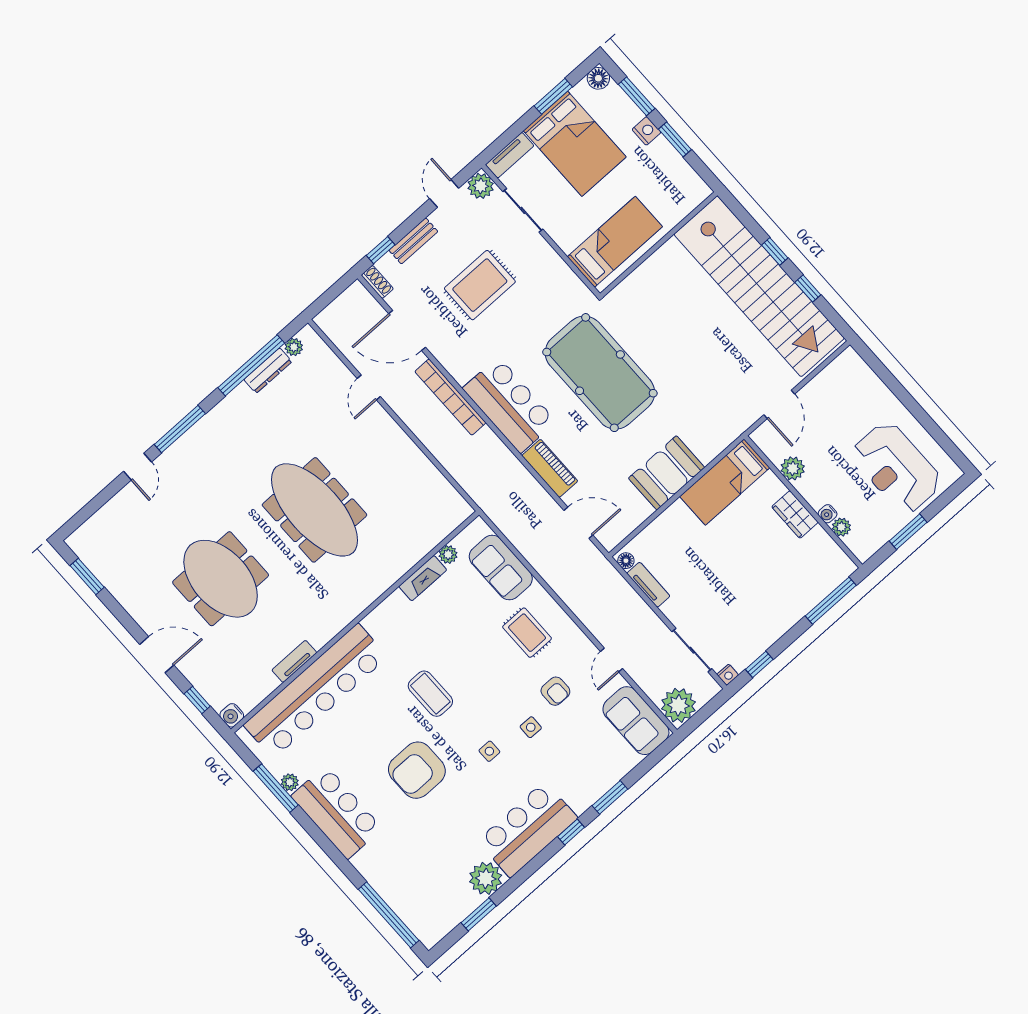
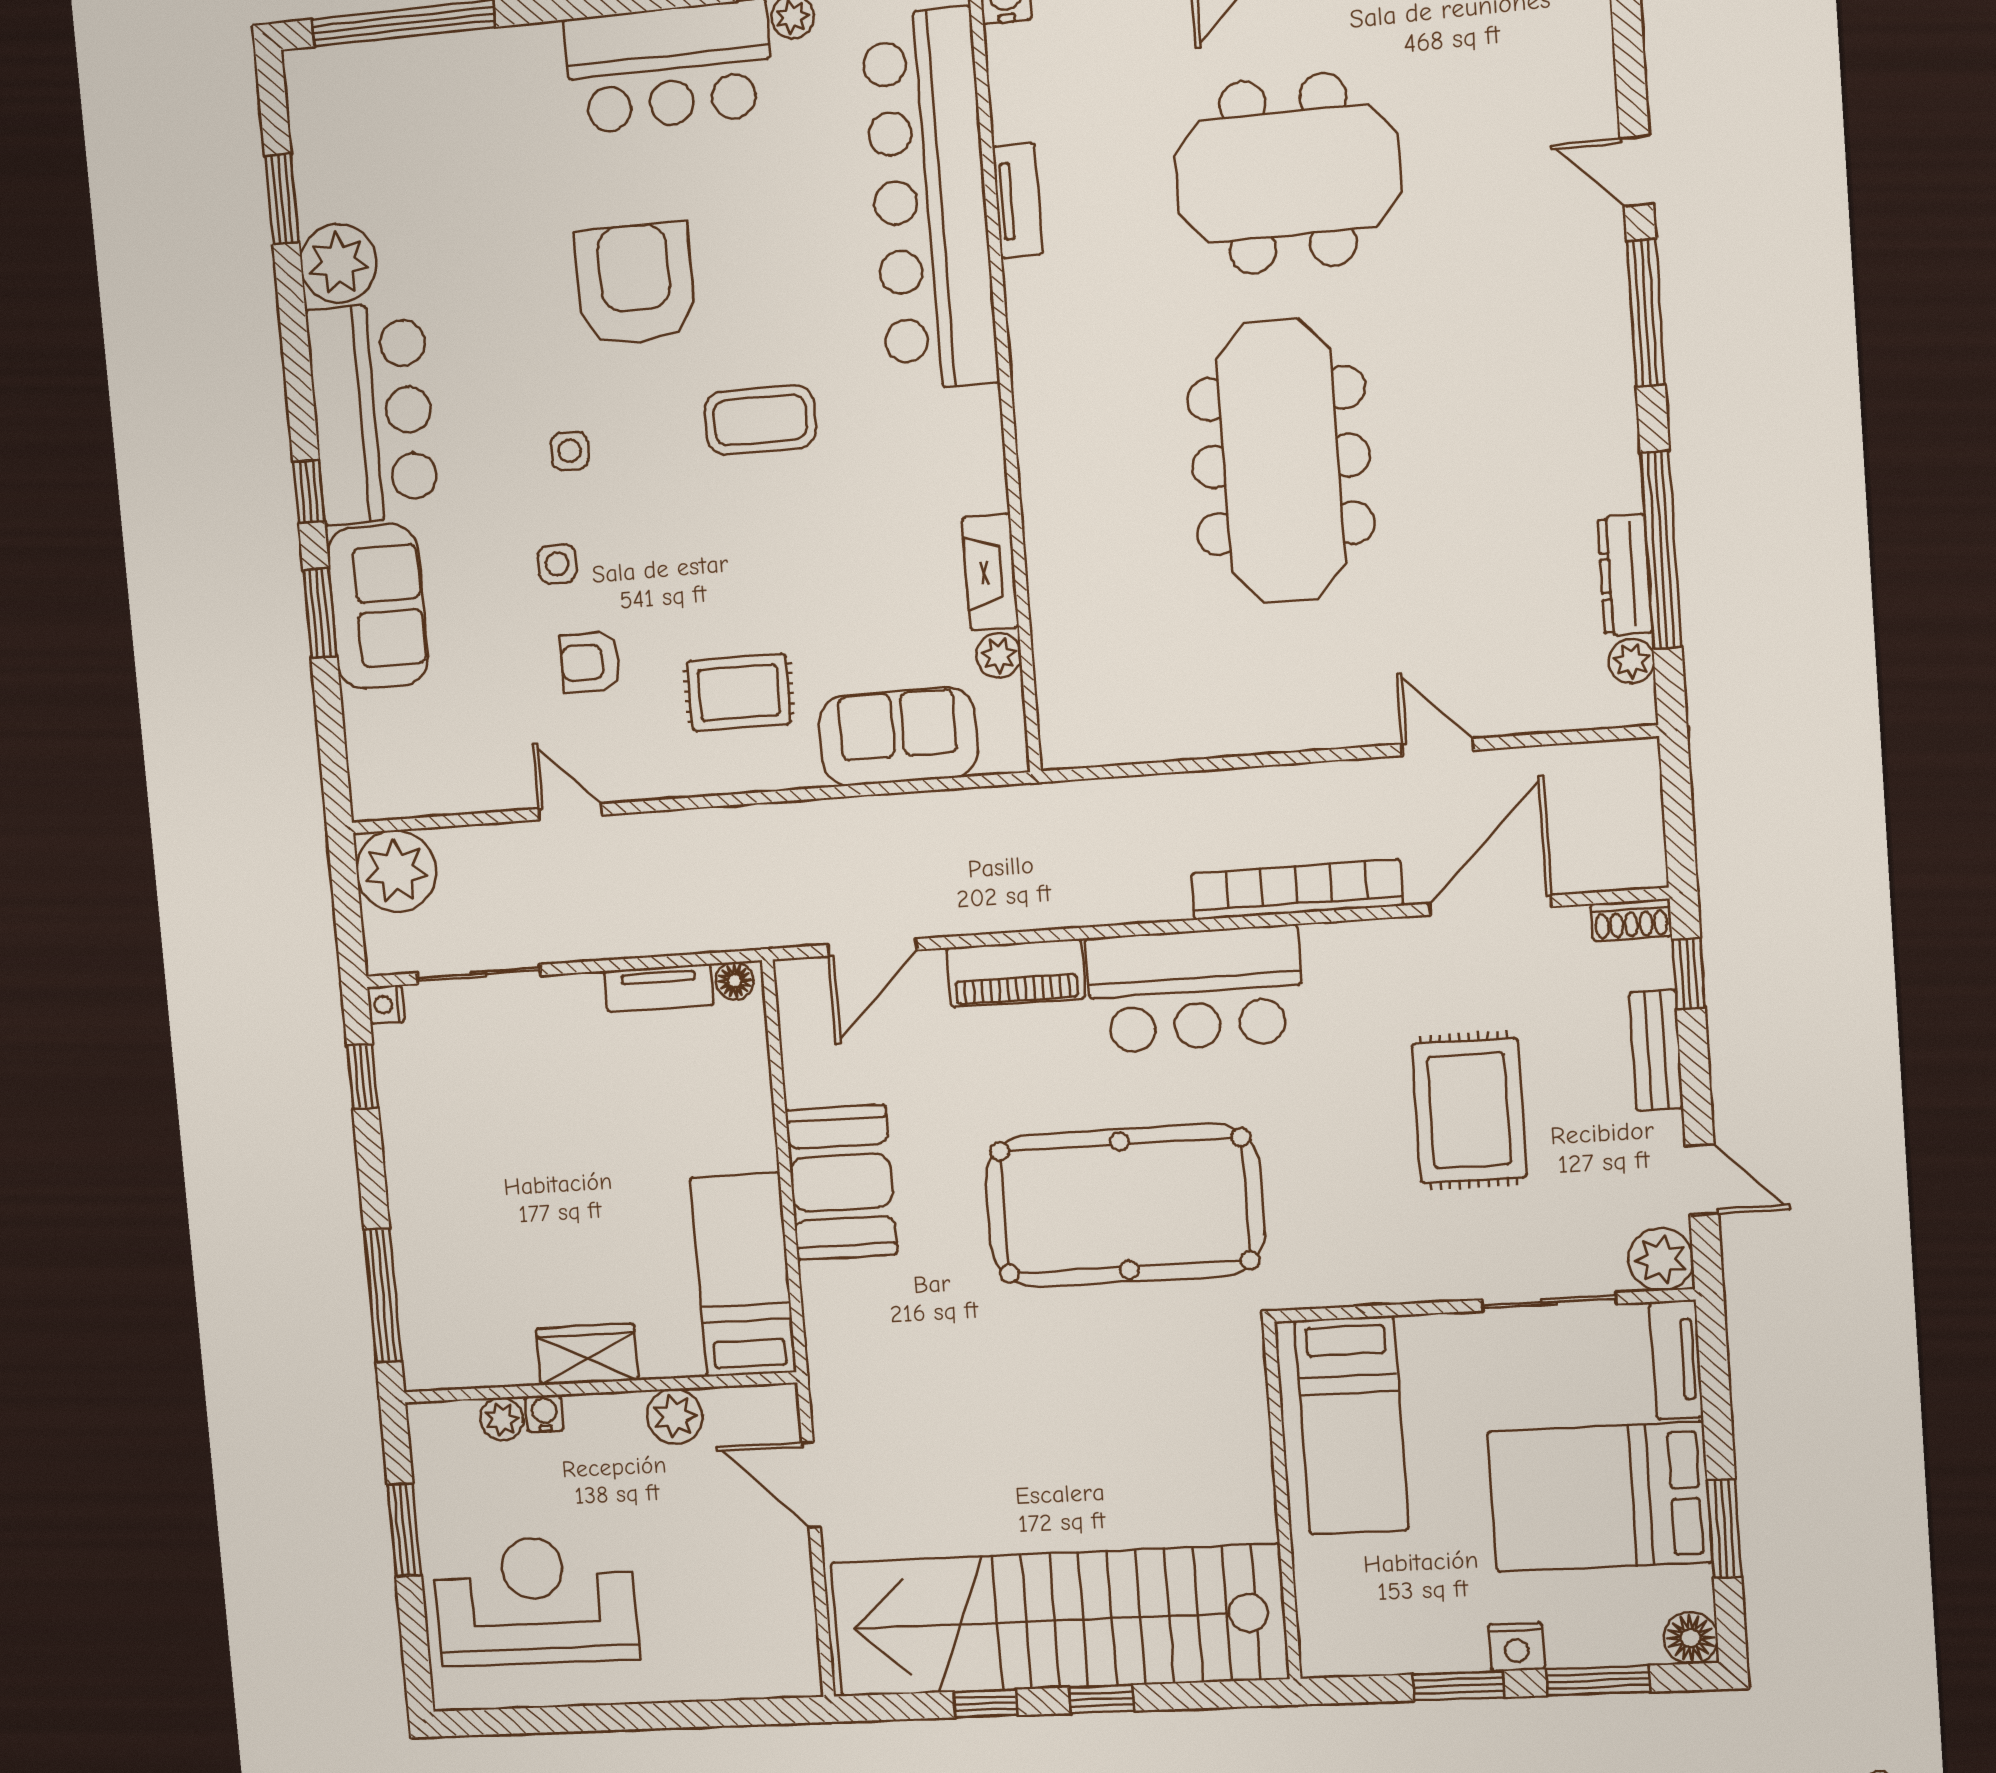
meeting table: (314, 510) -> (1281, 461), turned 90
sofa: (636, 721) -> (378, 607), moved, turned 90

